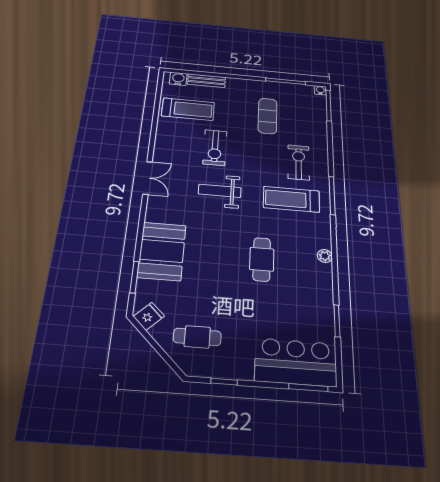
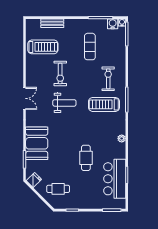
water cooler: (178, 79) -> (113, 24), moved
weight bench: (220, 191) -> (64, 103), turned 180
cafe table: (262, 259) -> (86, 158), moved
bar counter: (296, 362) -> (115, 179), moved, turned -90

